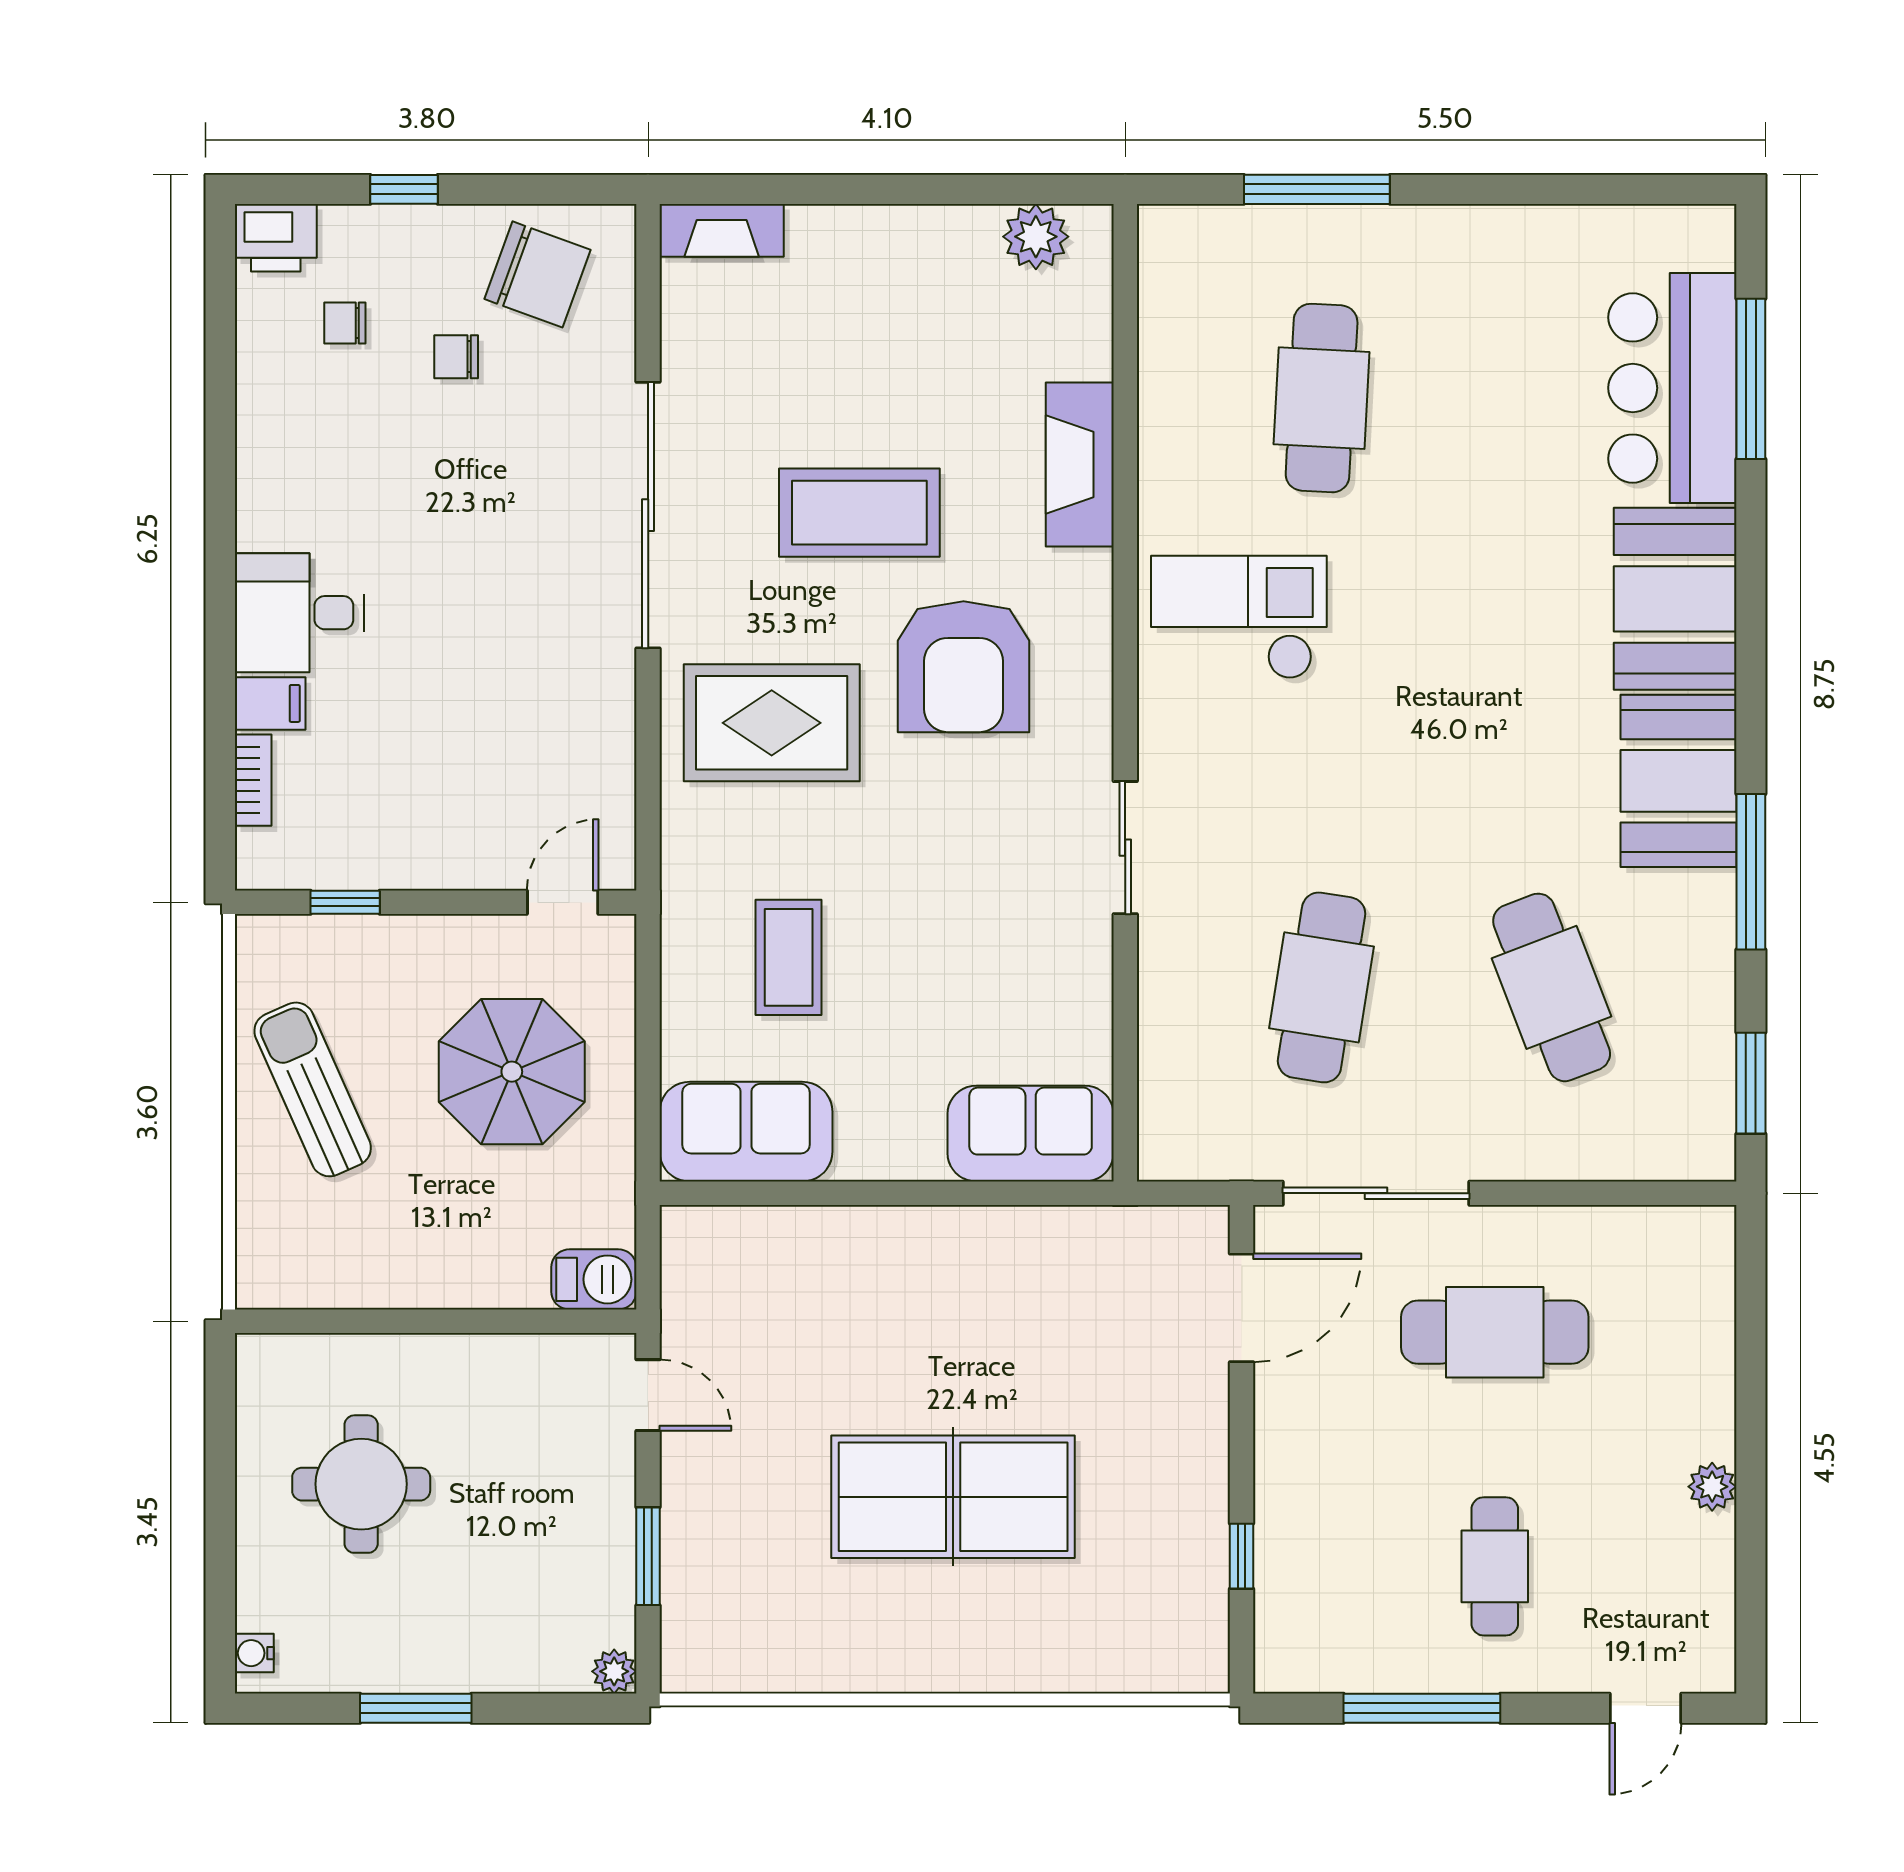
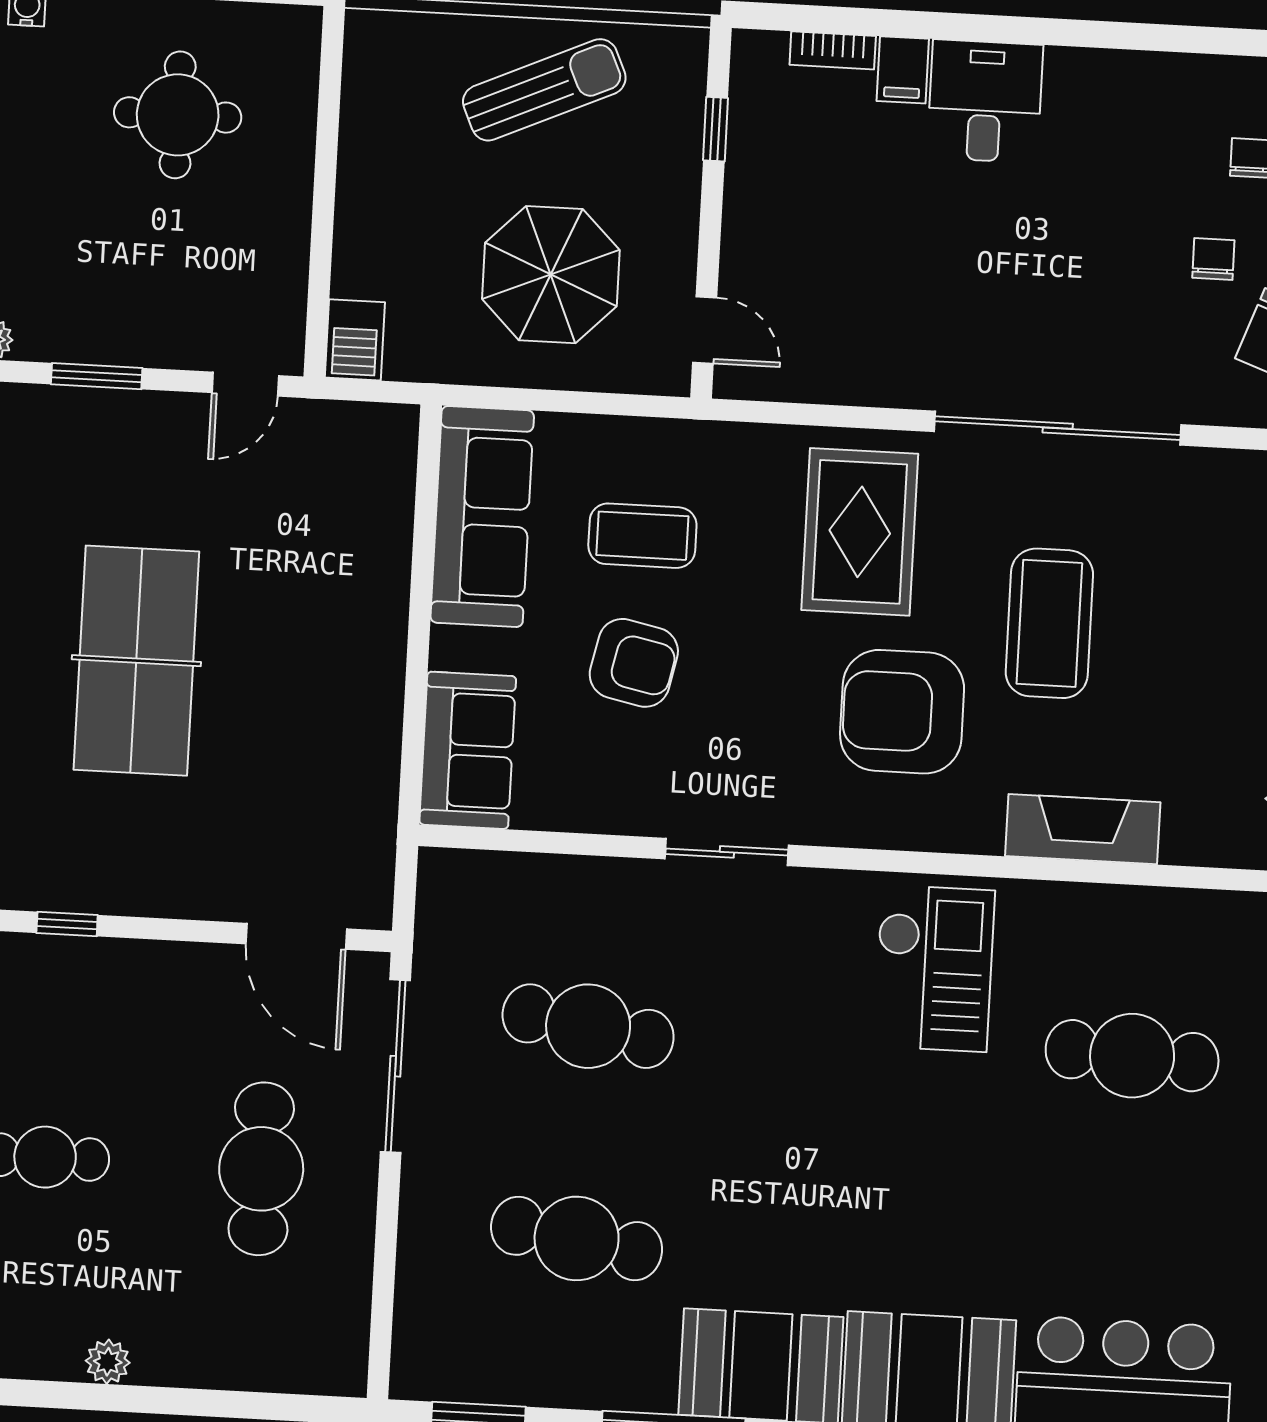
armchair: (926, 959) -> (634, 663), added
cafe table: (1552, 987) -> (577, 1238), turned 30
sofa: (746, 1132) -> (482, 516), width x1.36

